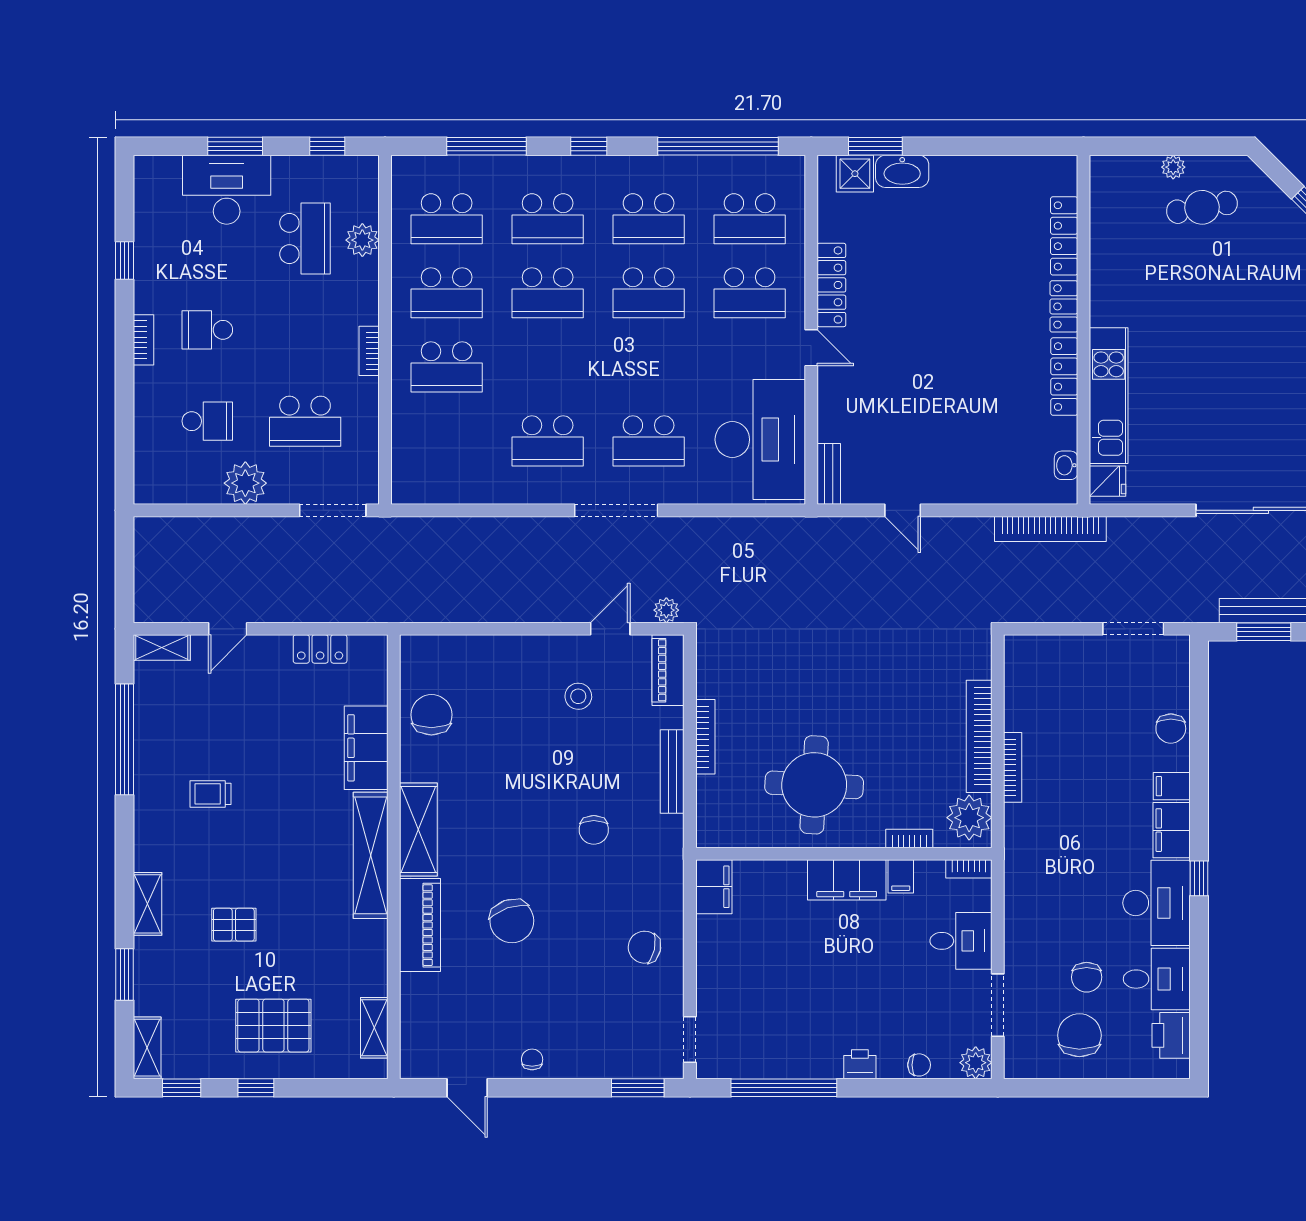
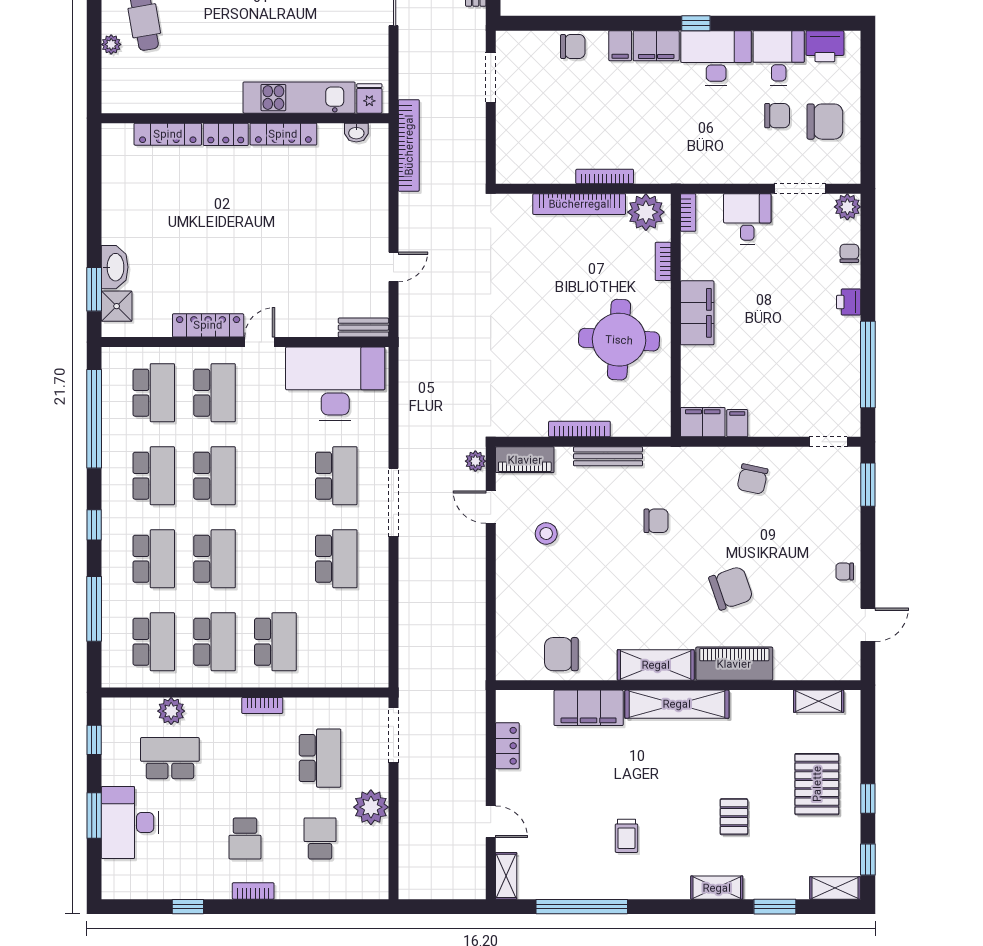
filing cabinet: (901, 876) -> (737, 423), moved, turned -90
chair: (1079, 1035) -> (825, 122), turned 180

